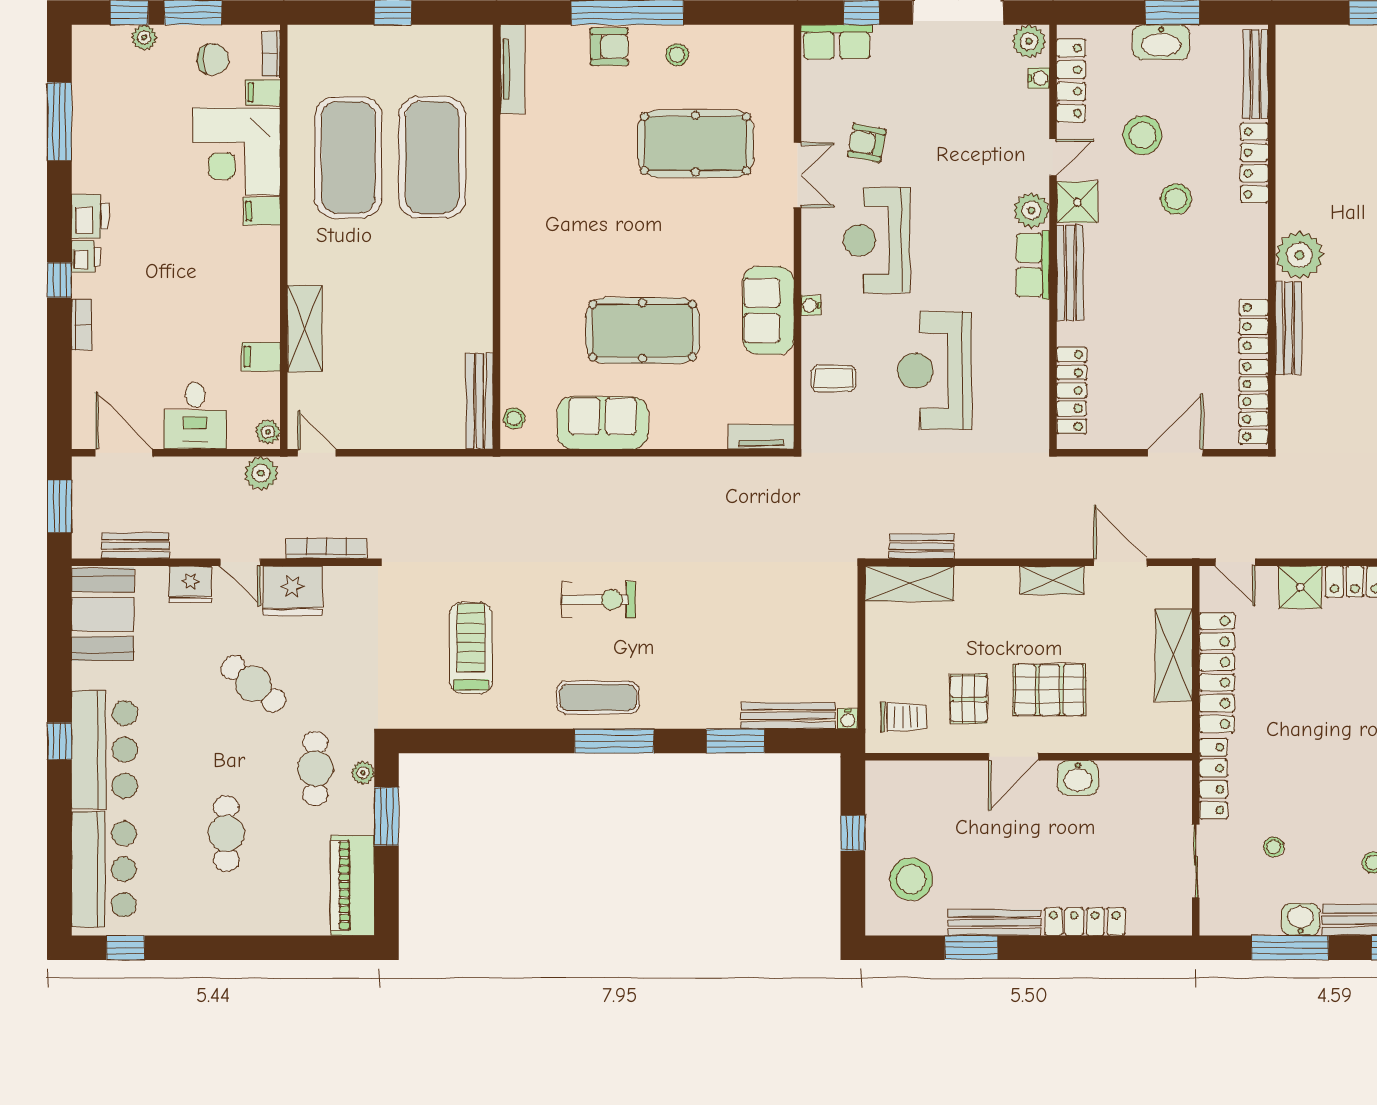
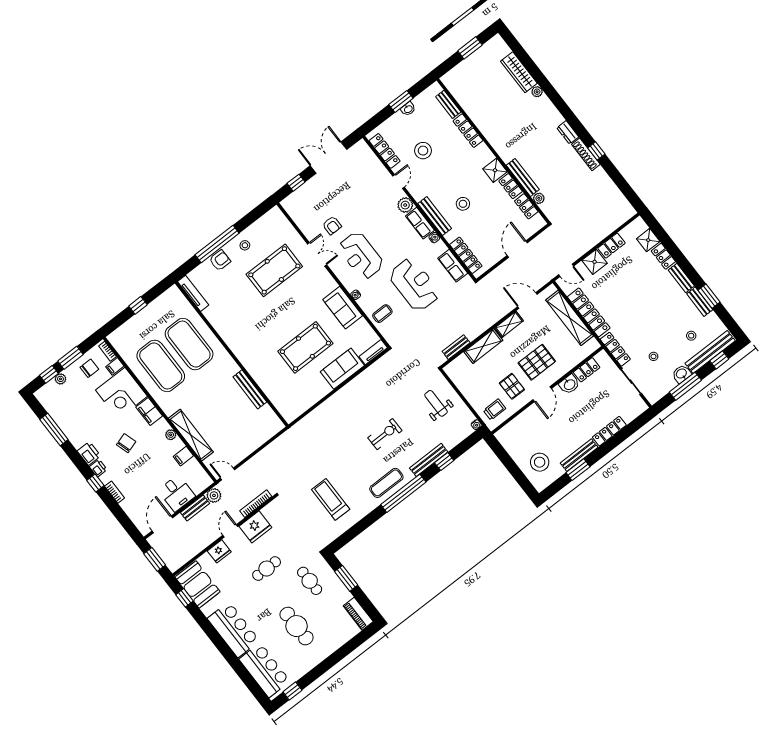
plant: (1029, 41) -> (360, 149), removed
row of seats: (837, 42) -> (453, 266), moved, turned 90
washbasin: (1161, 42) -> (408, 109), width x0.52, depth x0.69
bench: (1256, 74) -> (448, 104), width x0.73
water cooler: (1039, 78) -> (434, 238), moved
armchair: (867, 143) -> (332, 225), turned -101
stool: (1176, 199) -> (463, 204), moved
shower: (1077, 202) -> (495, 170), moved
filing cabinet: (262, 211) -> (149, 411), width x2.00
chair: (174, 250) -> (126, 443), added
plant: (1299, 255) -> (539, 198), moved, width x0.53, depth x0.53
shelving: (305, 329) -> (191, 435), width x1.47
reception desk: (934, 371) -> (414, 284), turned 180
bench: (479, 401) -> (250, 389), moved
locker: (1254, 402) -> (526, 206), width x0.66
stool: (514, 418) -> (285, 411), removed
sofa: (603, 423) -> (342, 369), moved
plant: (268, 432) -> (171, 435), moved
door: (124, 453) -> (162, 524), hinge flipped
bench: (135, 546) -> (195, 508), moved
door: (240, 562) -> (230, 531), swing flipped
shelving: (909, 584) -> (483, 346), moved
exercise bike: (598, 600) -> (385, 434), moved
weight bench: (804, 622) -> (436, 403), added
shelving: (1174, 655) -> (570, 318), width x1.47
cafe table: (253, 684) -> (267, 569), turned -39
bench: (788, 716) -> (429, 460), moved
window: (59, 741) -> (184, 598), moved
window: (614, 741) -> (403, 493), width x1.46
window: (735, 741) -> (444, 462), width x0.67
plant: (363, 773) -> (327, 570), removed
locker: (1131, 776) -> (587, 370), added
cafe table: (226, 833) -> (297, 626), width x1.37, depth x1.35
window: (853, 833) -> (508, 462), removed
piano: (353, 885) -> (358, 614), width x0.73, depth x0.75

